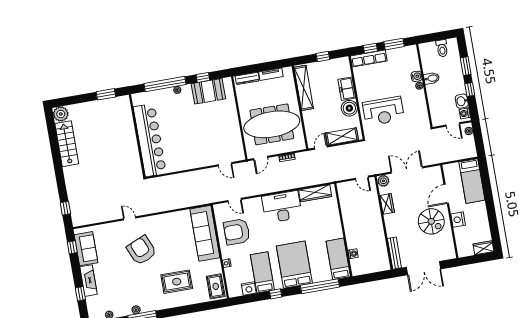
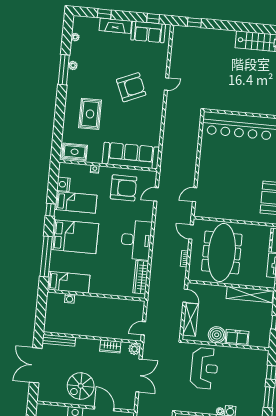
row of seats: (369, 58) -> (261, 368), removed
reception desk: (383, 111) -> (204, 368), turned 180
armchair: (237, 232) -> (124, 188), turned 90

